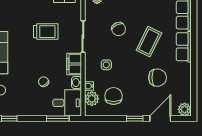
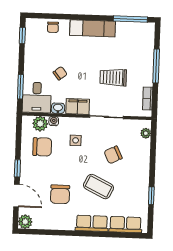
trolley: (46, 32) -> (113, 77), turned 90

